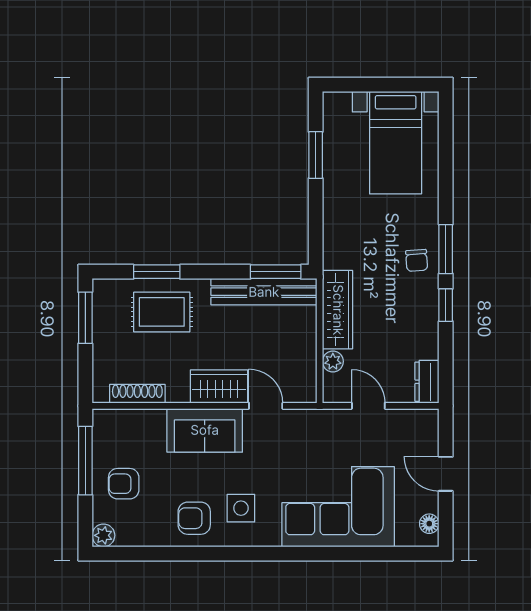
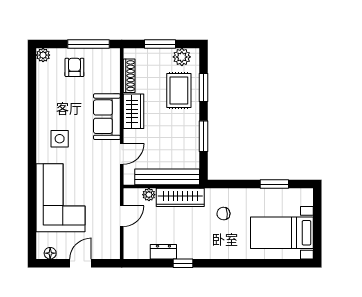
window: (446, 249) -> (217, 263), removed
chair: (417, 260) -> (223, 214), moved
window: (276, 272) -> (203, 136), moved
bench: (264, 292) -> (167, 177), moved, turned 90
plant: (107, 307) -> (182, 57), added
window: (85, 318) -> (160, 44), moved
dresser: (427, 382) -> (163, 252), moved
wardrobe: (219, 387) -> (134, 111), moved
armchair: (194, 518) -> (53, 110), removed

